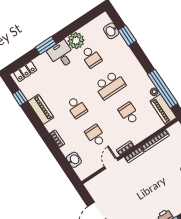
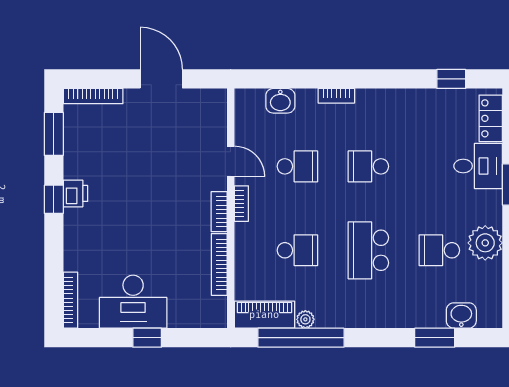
desk: (61, 54) -> (478, 166), moved
piano: (41, 109) -> (407, 102), removed

